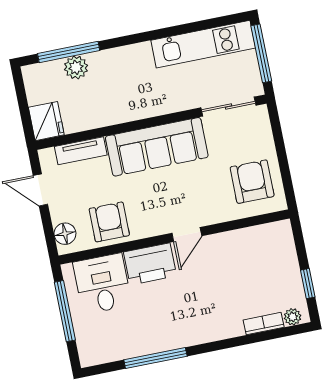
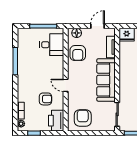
armchair: (252, 182) -> (83, 118), turned -90
armchair: (109, 222) -> (78, 53), turned 90
printer: (150, 264) -> (56, 121), moved
armchair: (226, 274) -> (45, 99), added

